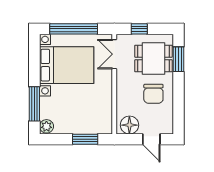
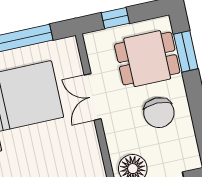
double door: (114, 54) -> (93, 97), moved

